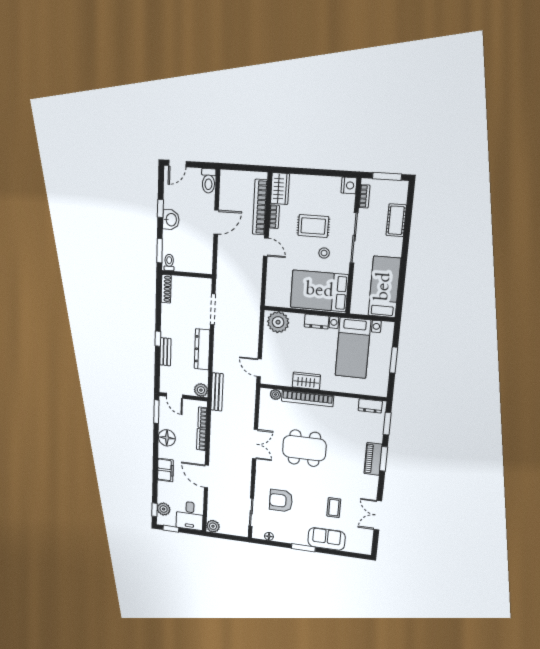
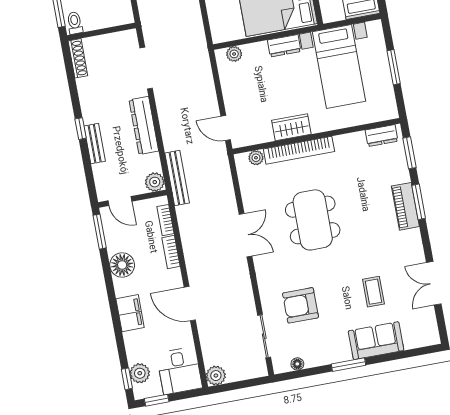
plant: (278, 322) -> (234, 54), width x0.53, depth x0.53
dining table: (304, 448) -> (313, 220), turned 90

